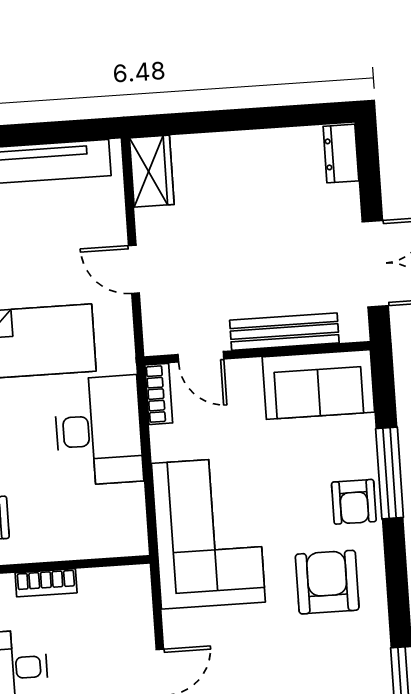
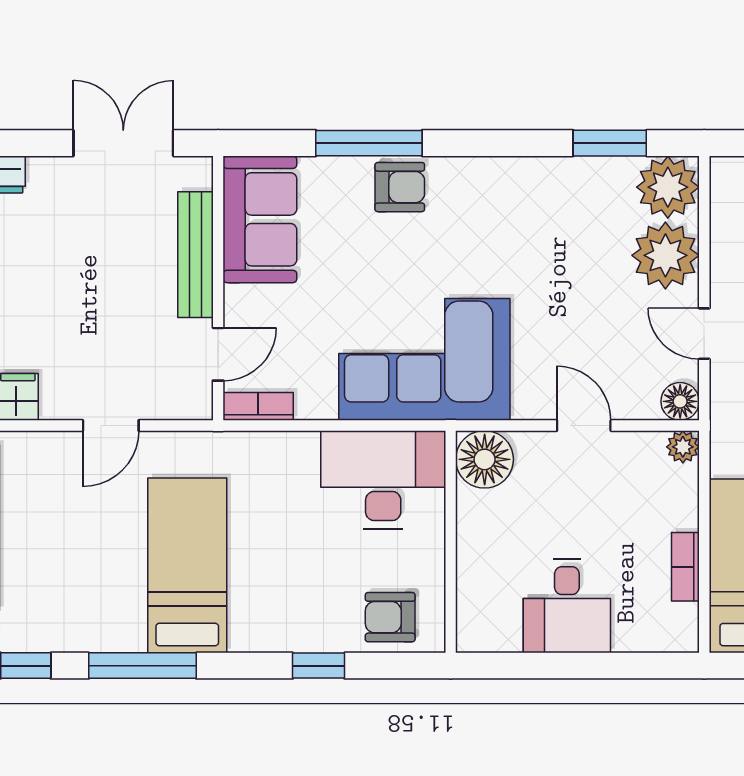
desk: (99, 430) -> (383, 480), moved
armchair: (327, 582) -> (491, 225), removed
bookcase: (46, 583) -> (470, 553), removed
floor lamp: (127, 590) -> (485, 459), added

